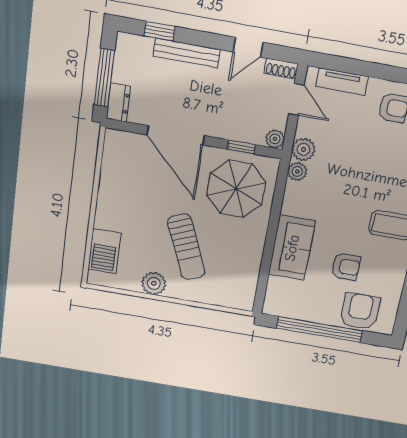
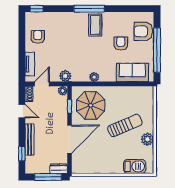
plant: (297, 171) -> (94, 77), moved
sofa: (292, 248) -> (132, 72), moved

